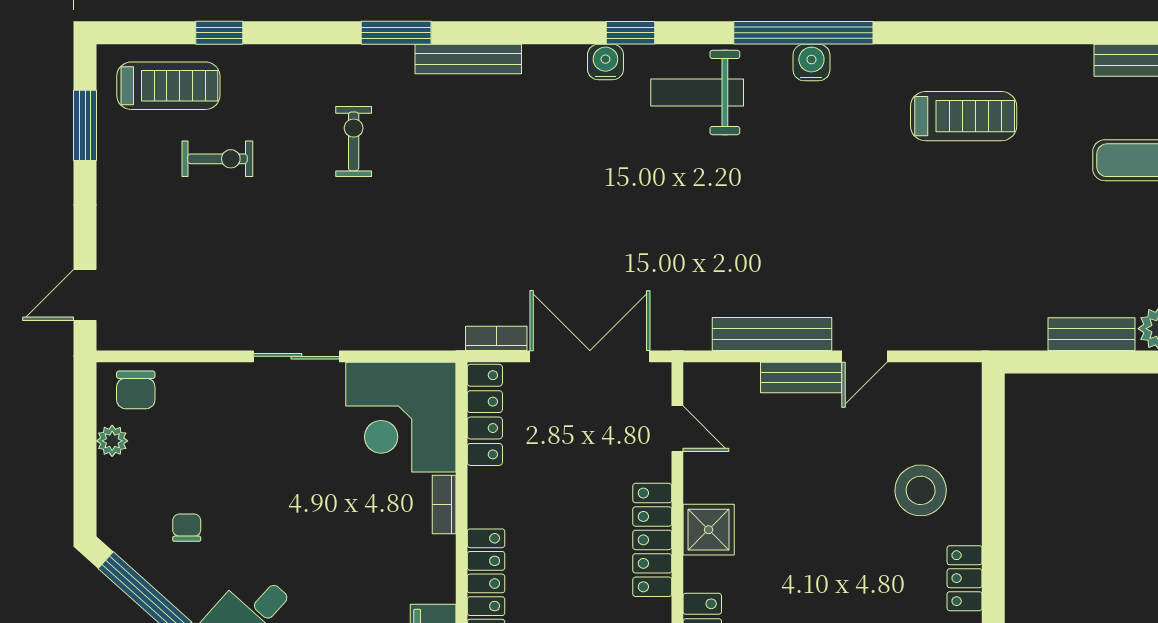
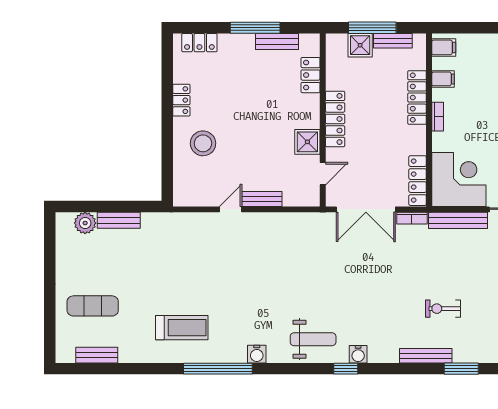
window: (803, 33) -> (218, 369), moved
treadmill: (964, 116) -> (182, 328), turned 180
exercise bike: (354, 141) -> (443, 309), moved, turned 90
bench: (772, 334) -> (458, 220), moved
door: (677, 429) -> (323, 174), swing flipped
bookcase: (444, 504) -> (438, 117), moved
shower: (709, 530) -> (307, 142), moved

